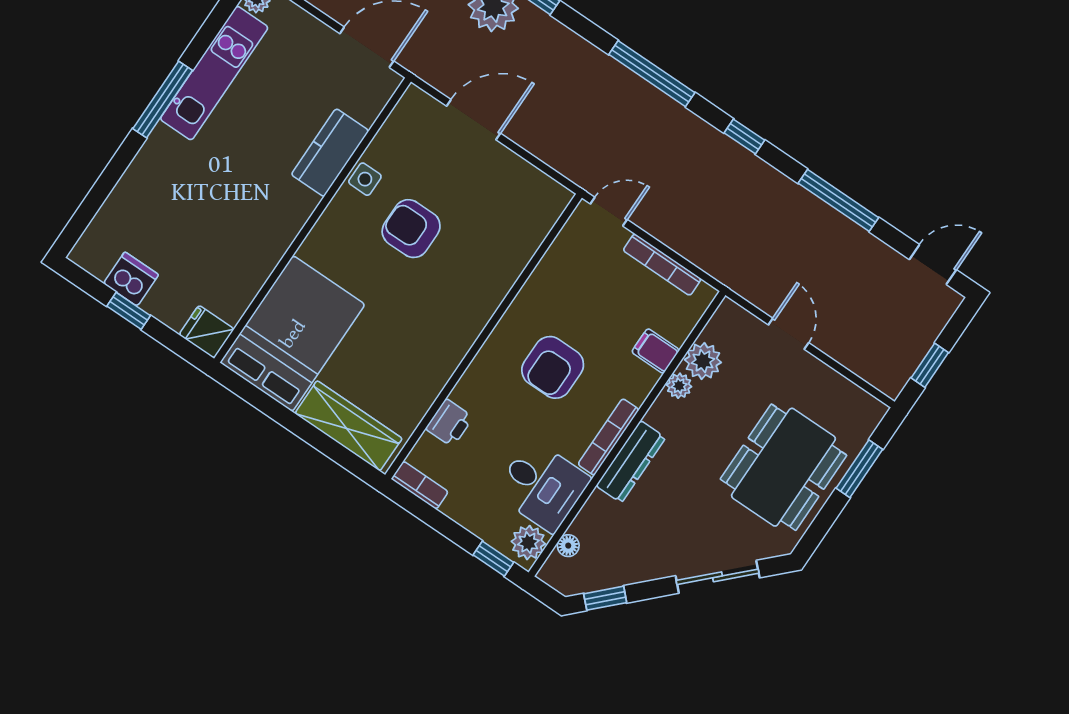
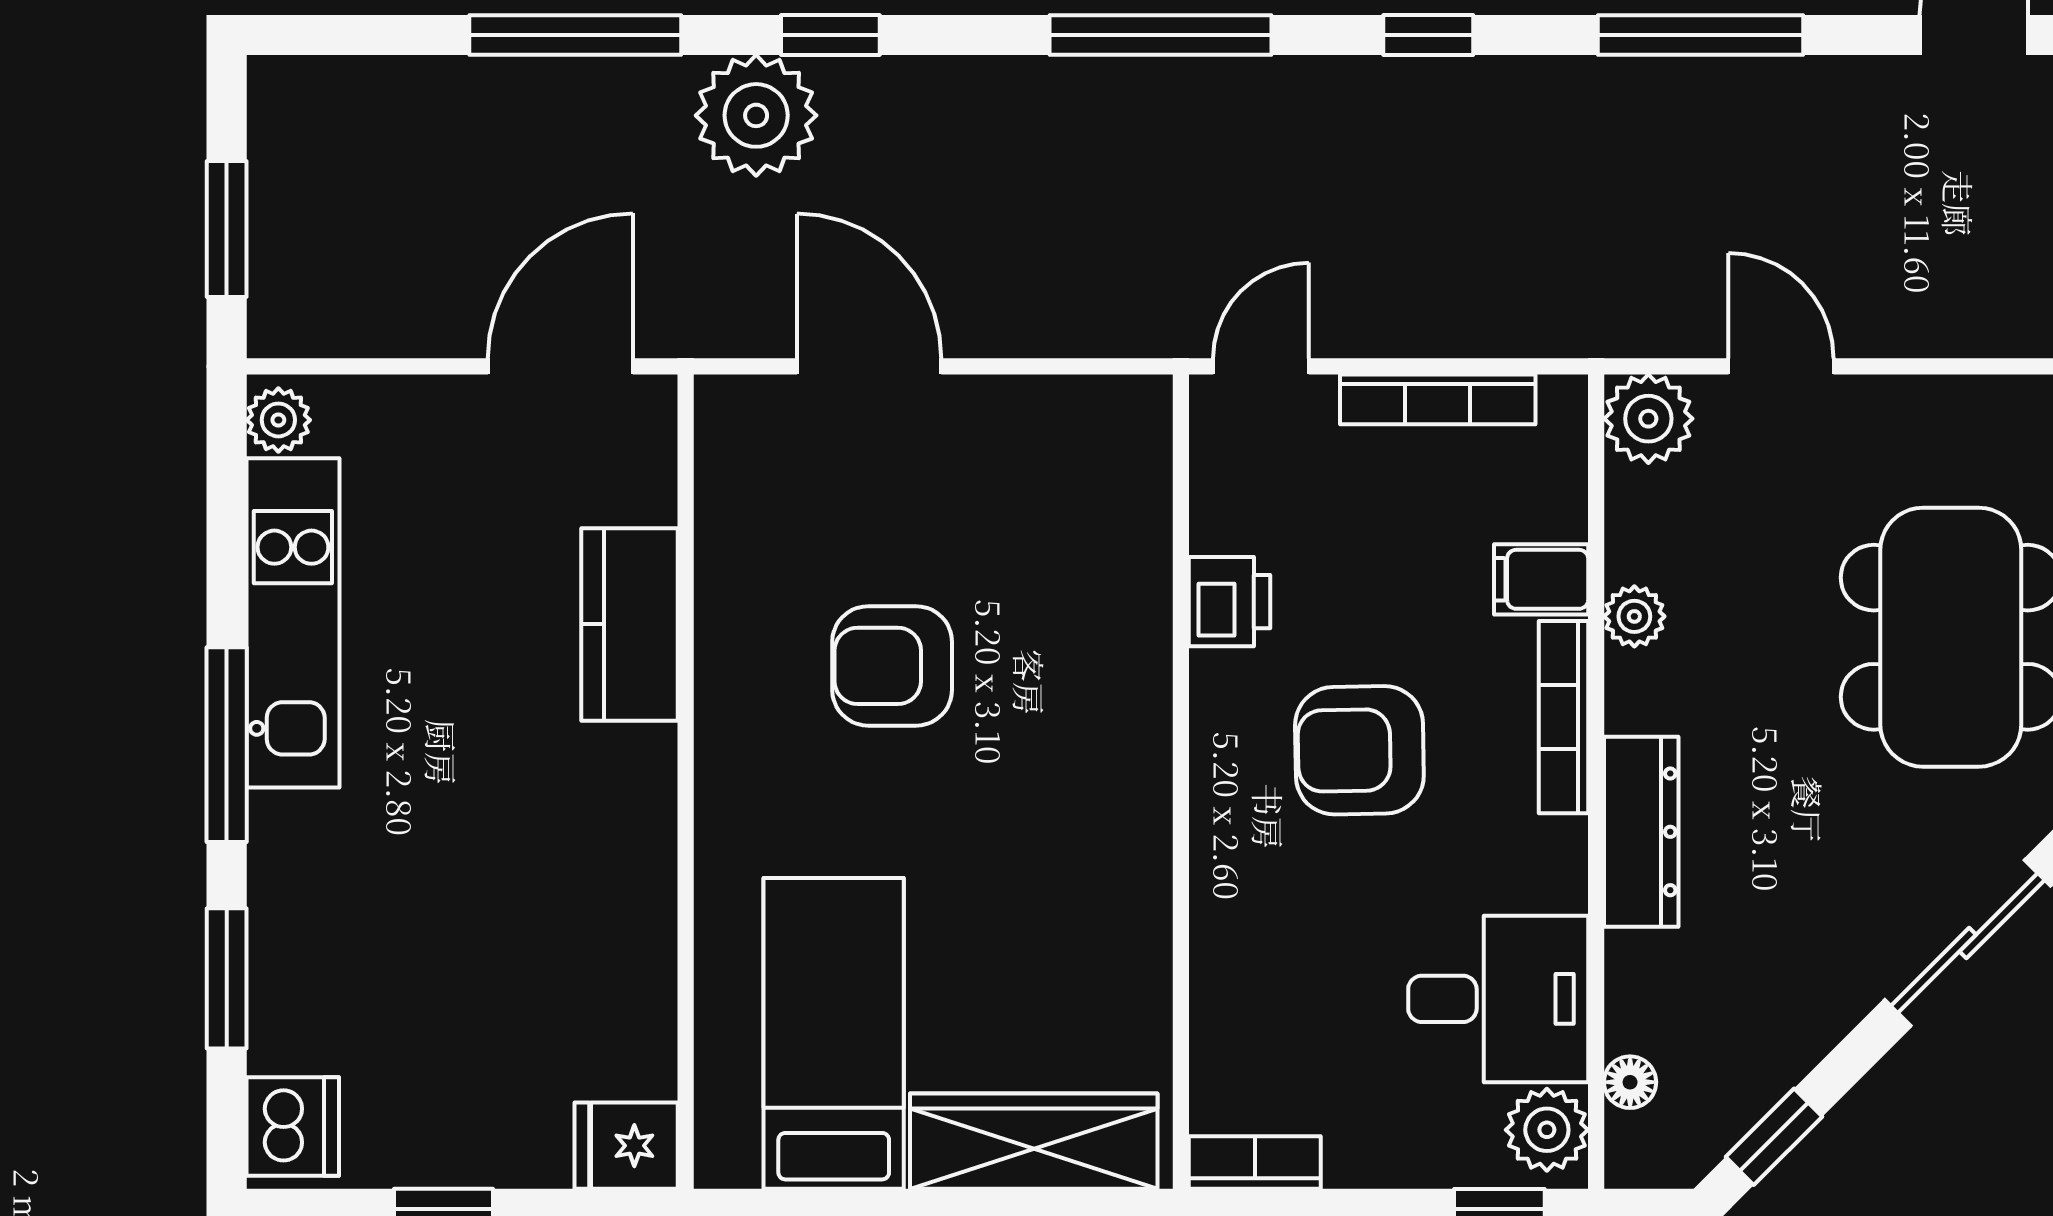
door: (473, 120) -> (869, 366), hinge flipped
side table: (365, 179) -> (734, 630), removed
window: (108, 180) -> (227, 978), added
dishwasher: (131, 279) -> (293, 1126), moved, turned 90
bed: (293, 334) -> (834, 1033), width x0.67
plant: (703, 361) -> (1648, 419), moved
armchair: (553, 367) -> (1359, 750), turned 89
printer: (449, 423) -> (1229, 602), moved
bookcase: (608, 437) -> (1563, 717), moved

